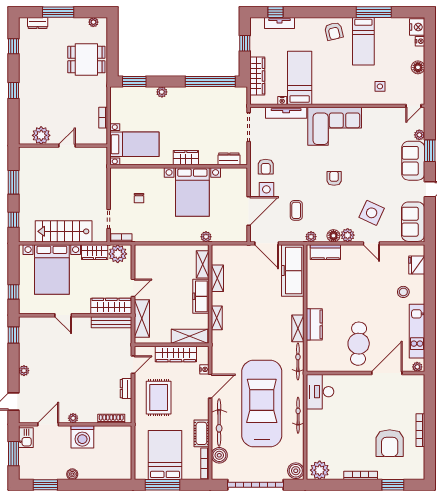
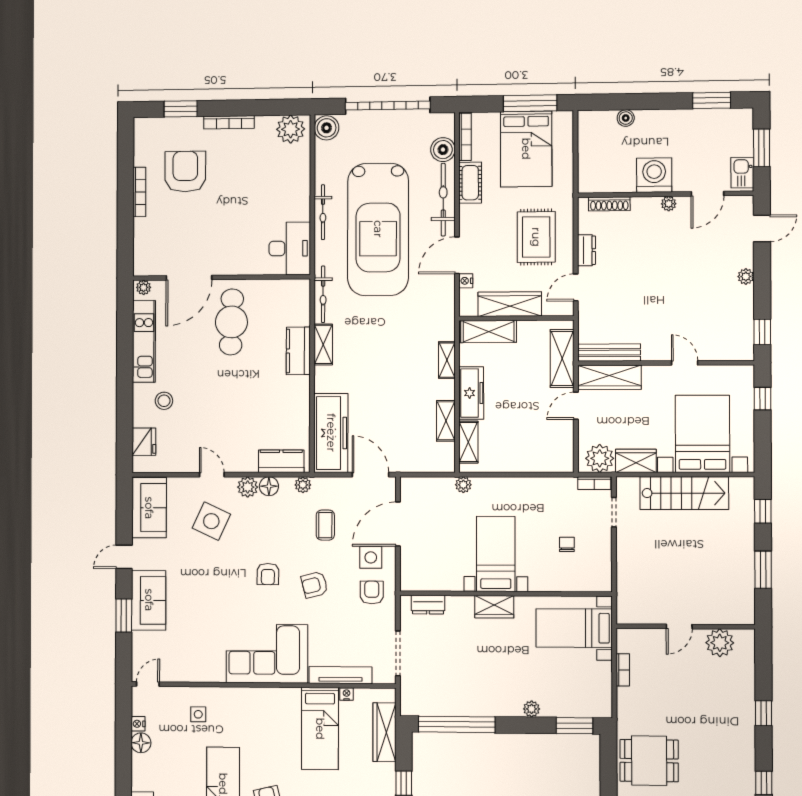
nightstand: (420, 41) -> (138, 724), moved
plant: (419, 135) -> (139, 640), removed
armchair: (303, 171) -> (314, 585), added
bed with nightstands: (192, 192) -> (496, 554), width x0.73
boiler: (72, 474) -> (626, 118), moved

